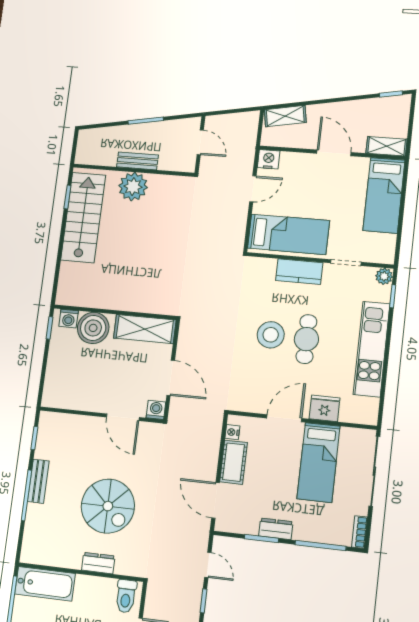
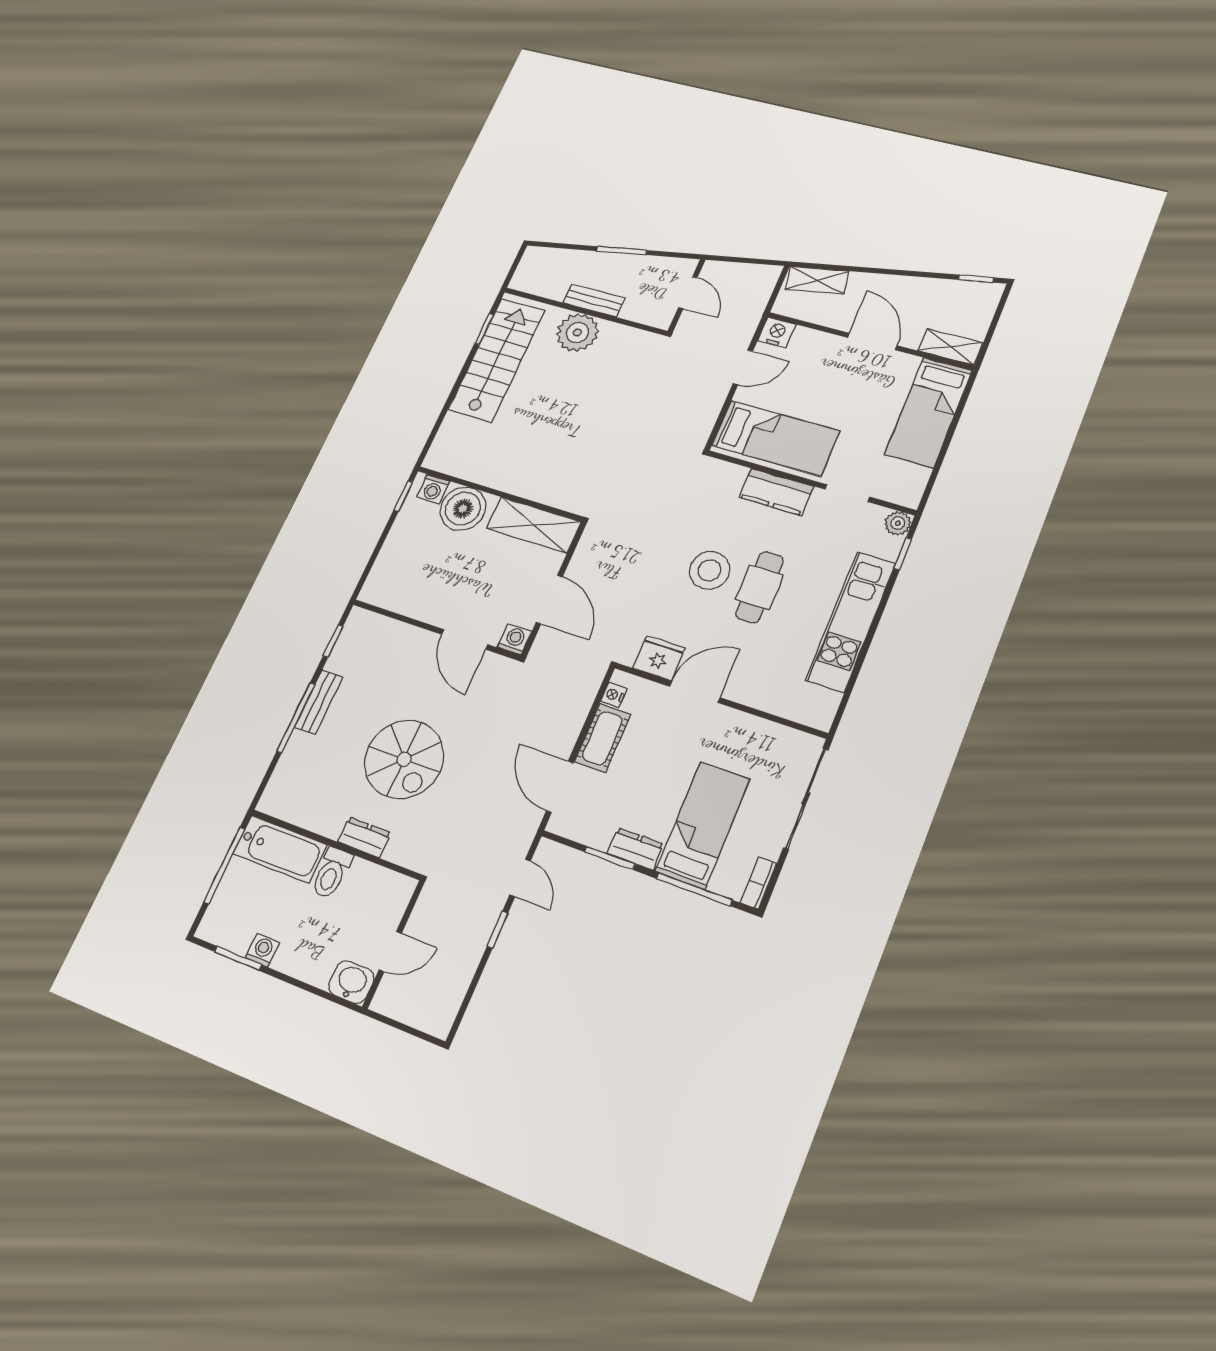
fridge: (325, 408) -> (659, 658), moved
bed: (319, 462) -> (703, 825), moved, turned 180
toilet: (126, 596) -> (331, 873), moved

